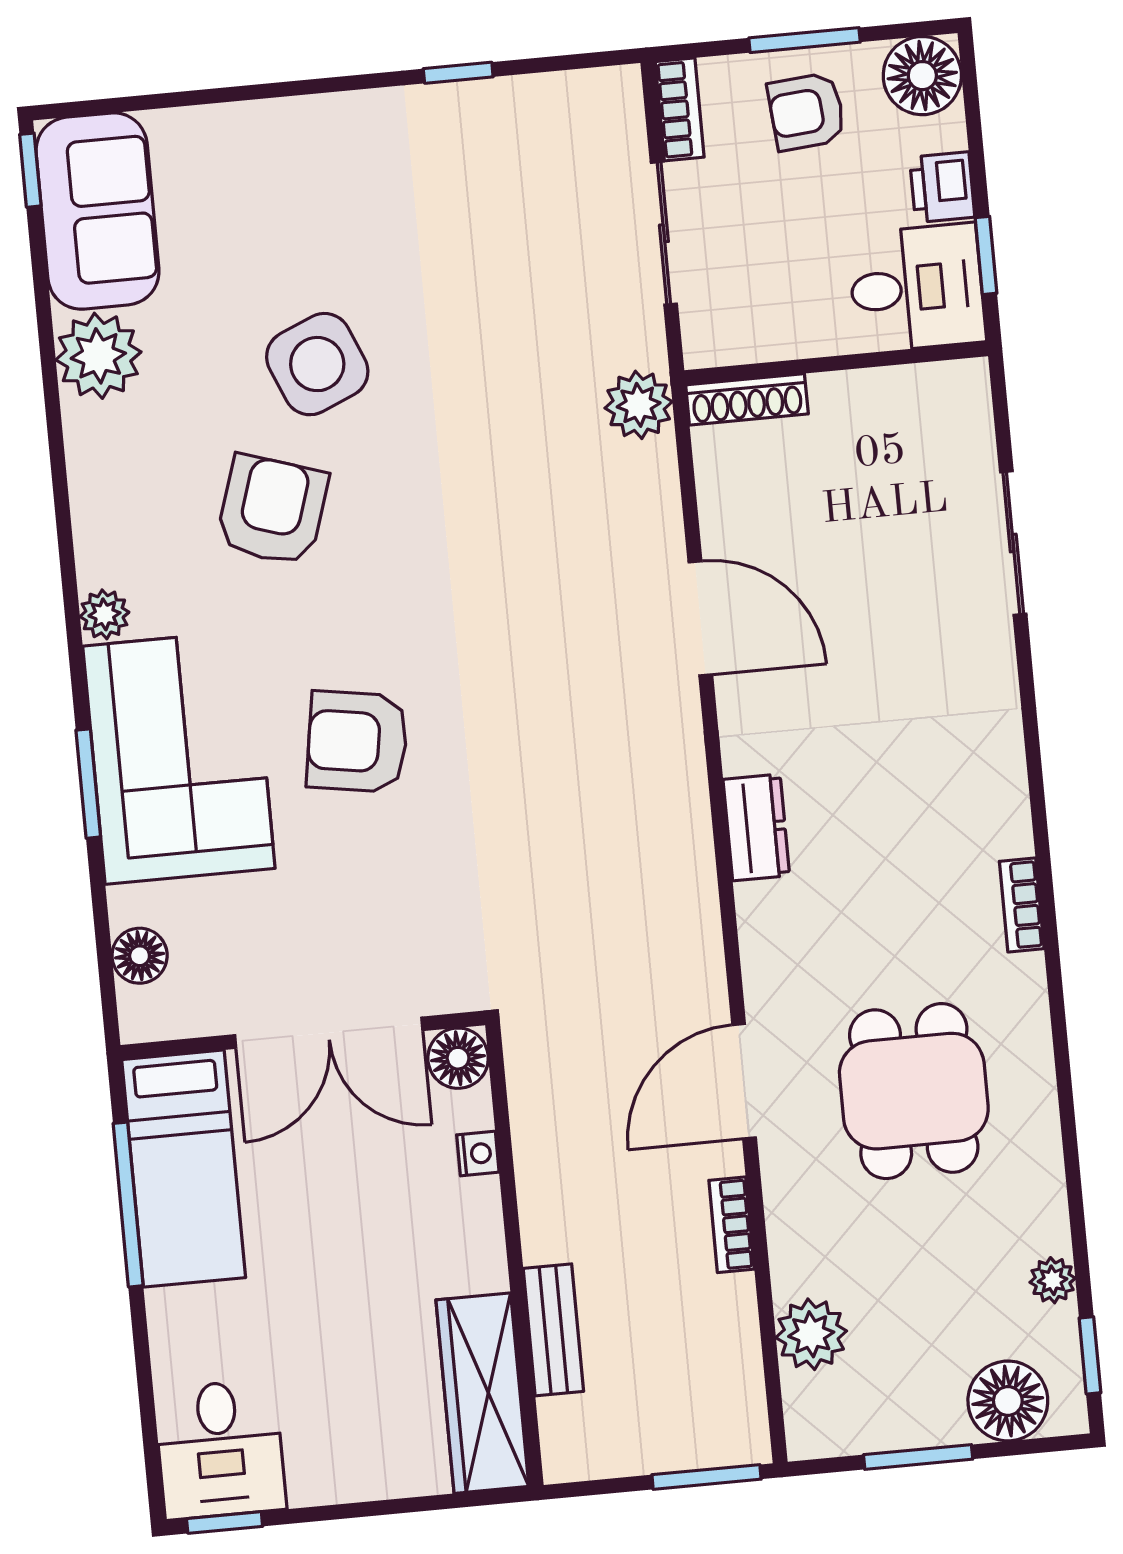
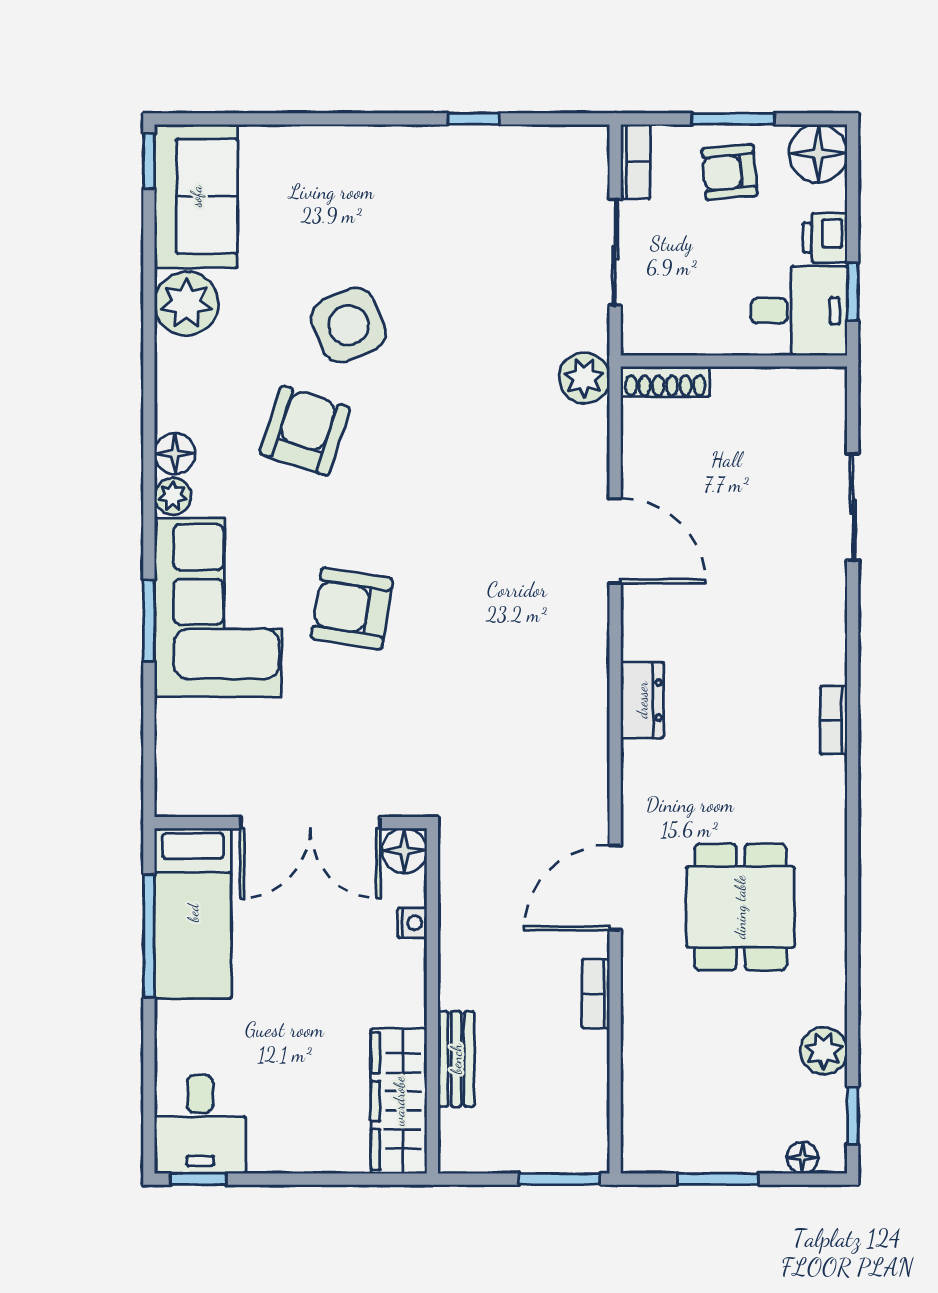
bookcase: (1022, 905) -> (834, 720), moved
floor lamp: (140, 956) -> (175, 454), moved
plant: (1053, 1280) -> (824, 1051), width x1.38, depth x1.38
plant: (811, 1334) -> (647, 1080), removed
floor lamp: (1008, 1401) -> (803, 1158), width x0.53, depth x0.53

